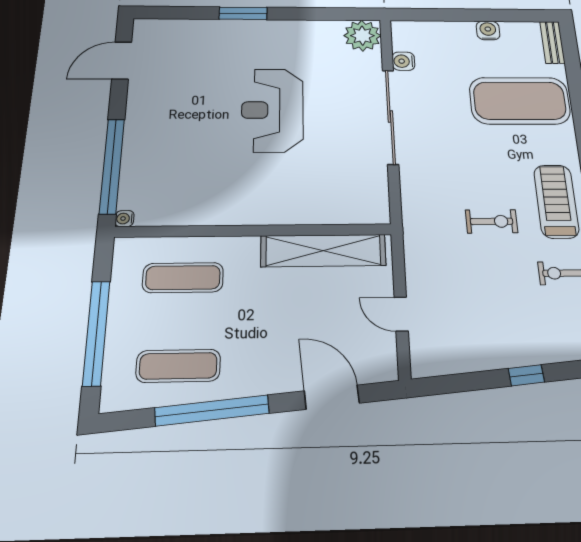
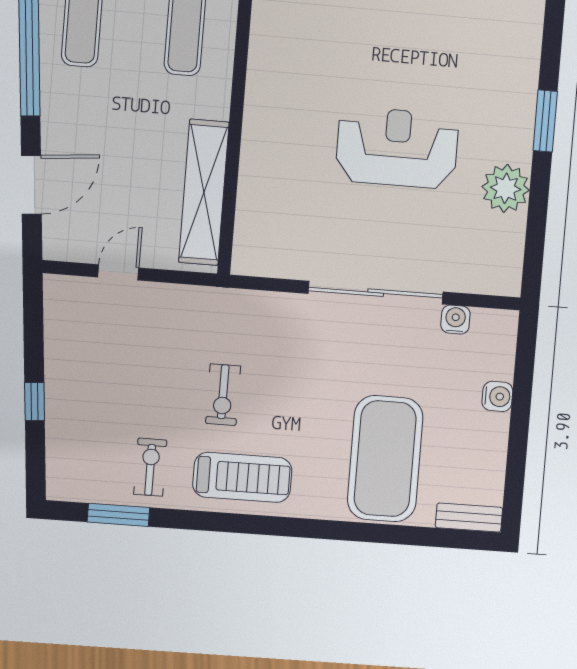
water cooler: (488, 30) -> (497, 396), moved
plant: (362, 36) -> (506, 188), moved

